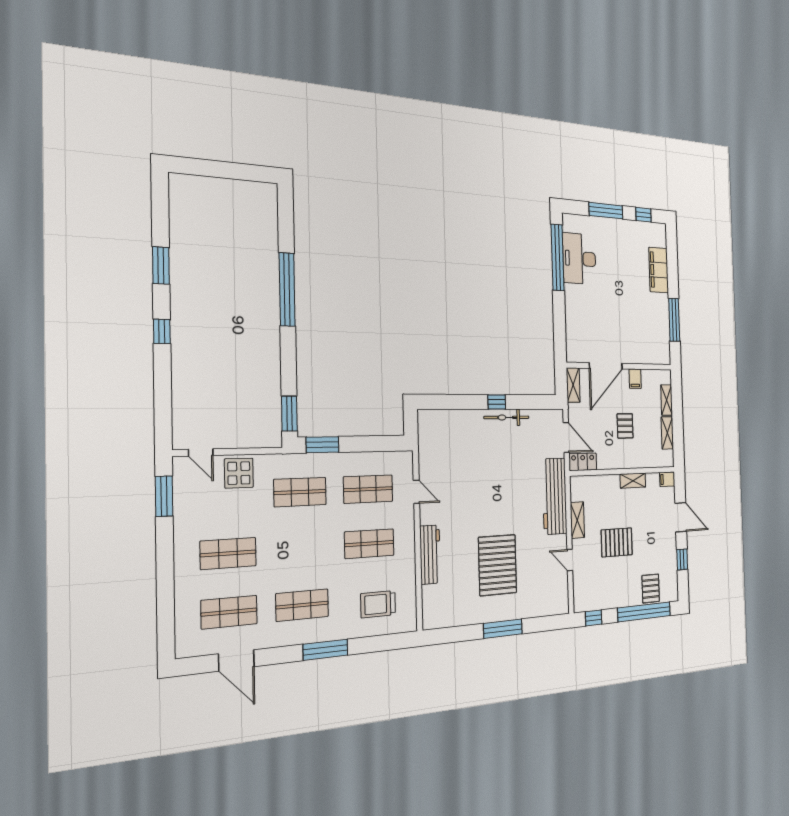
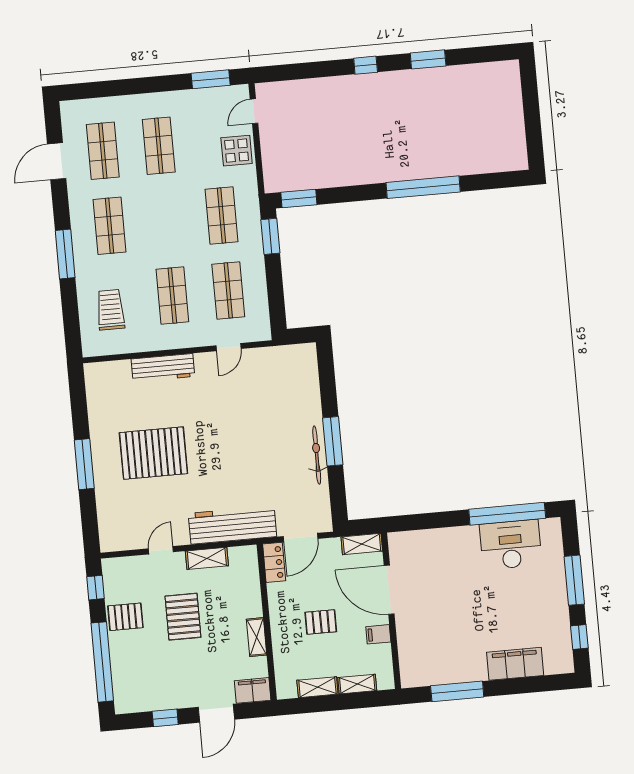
window: (497, 402) -> (333, 441), width x2.17
filing cabinet: (667, 479) -> (253, 690), width x2.00
pallet: (651, 589) -> (125, 617), moved

